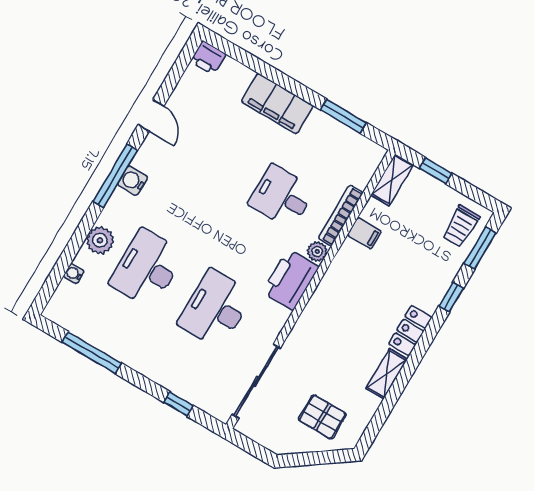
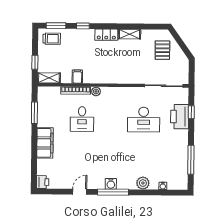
desk: (147, 268) -> (143, 157), removed
printer: (291, 279) -> (180, 117), moved, turned 90

